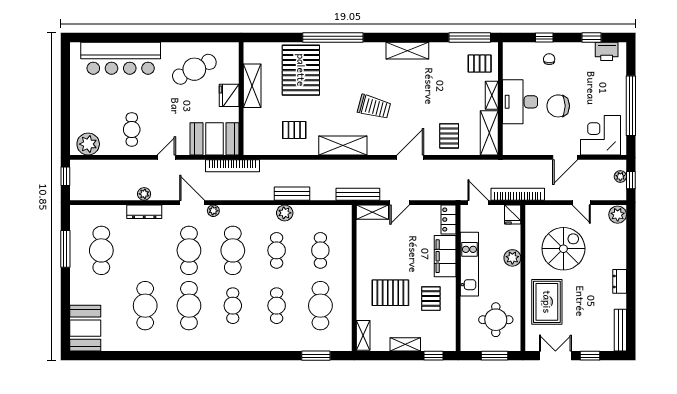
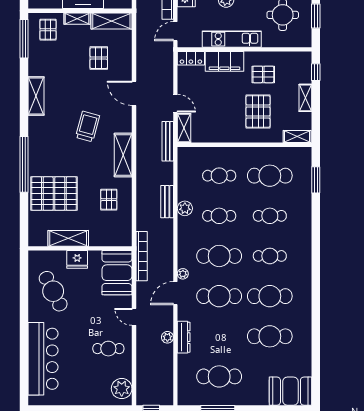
pallet: (449, 136) -> (99, 58), moved, turned 90

